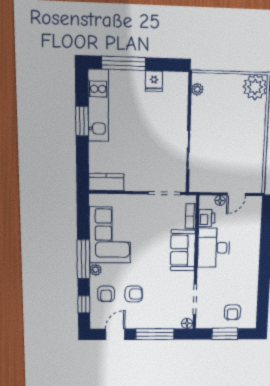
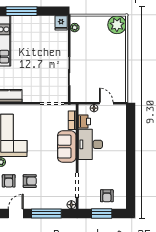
fridge: (154, 81) -> (61, 23), moved
door: (236, 194) -> (106, 103), swing flipped

